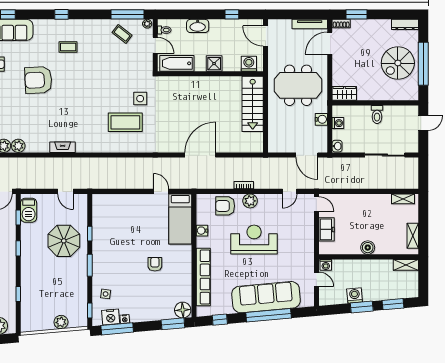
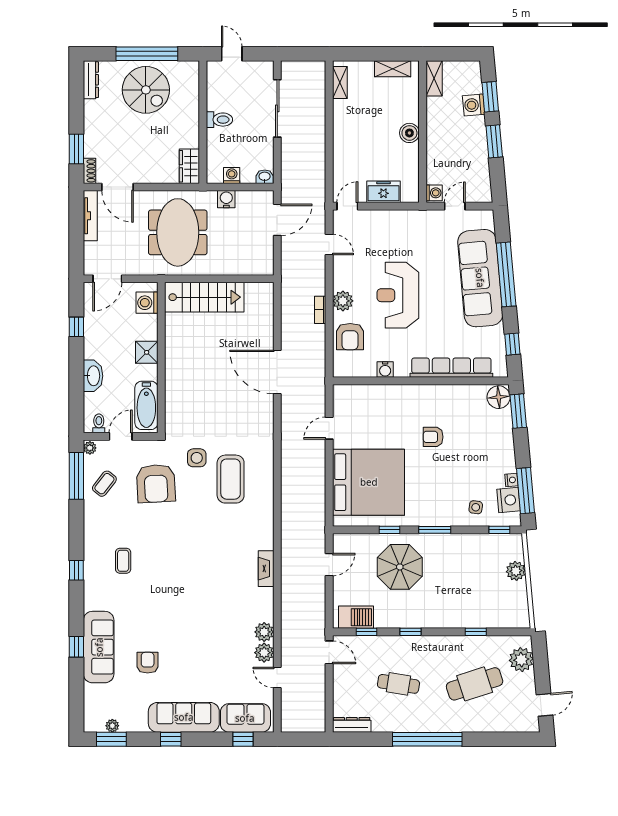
armchair: (38, 80) -> (156, 483), moved
bed: (180, 219) -> (369, 482), moved, width x2.04
washing machine: (355, 295) -> (474, 105), moved

